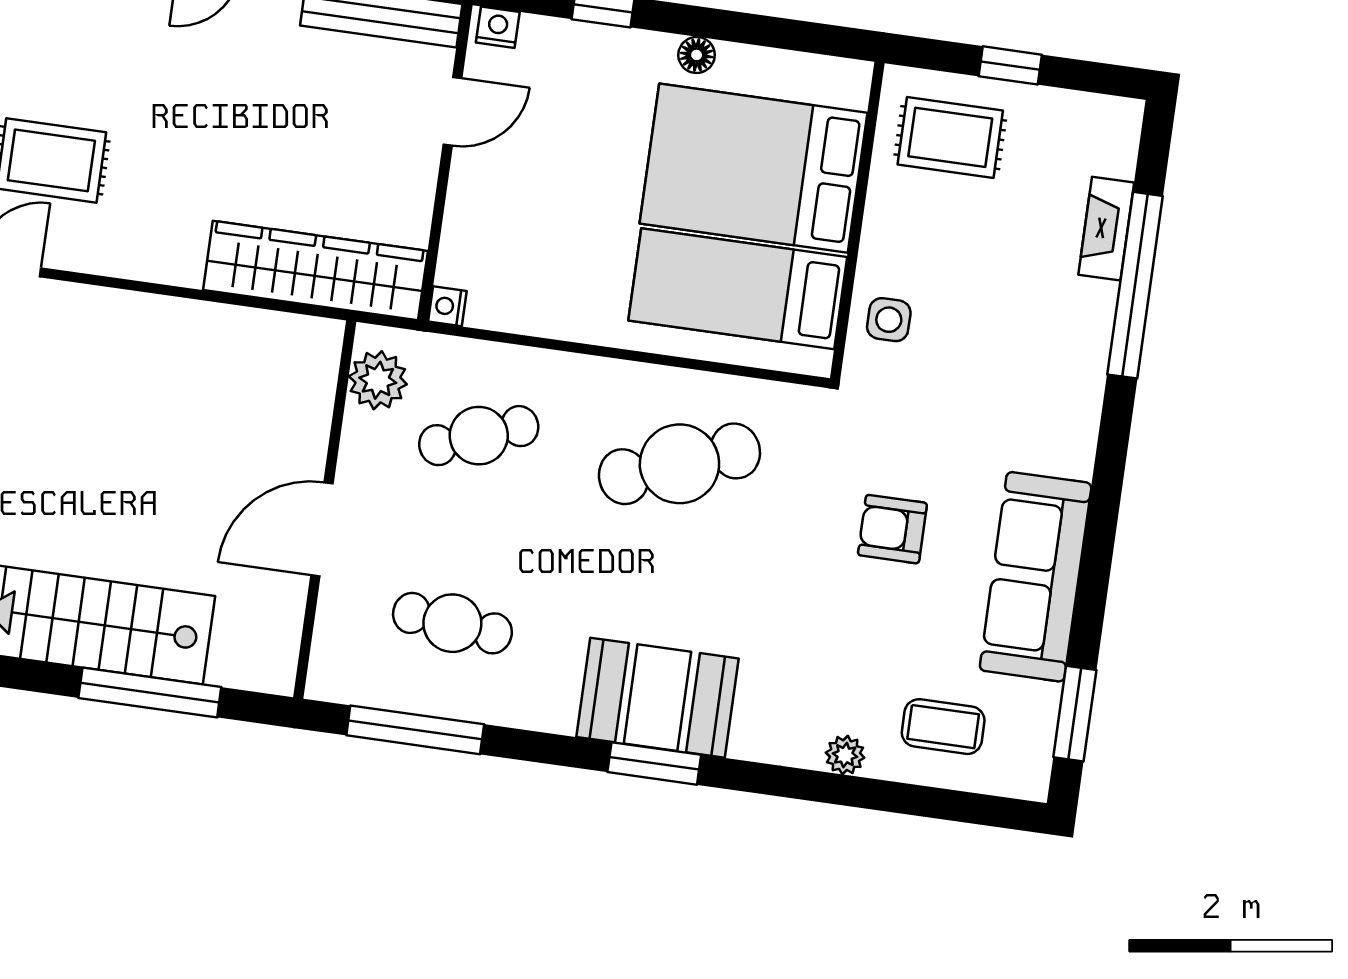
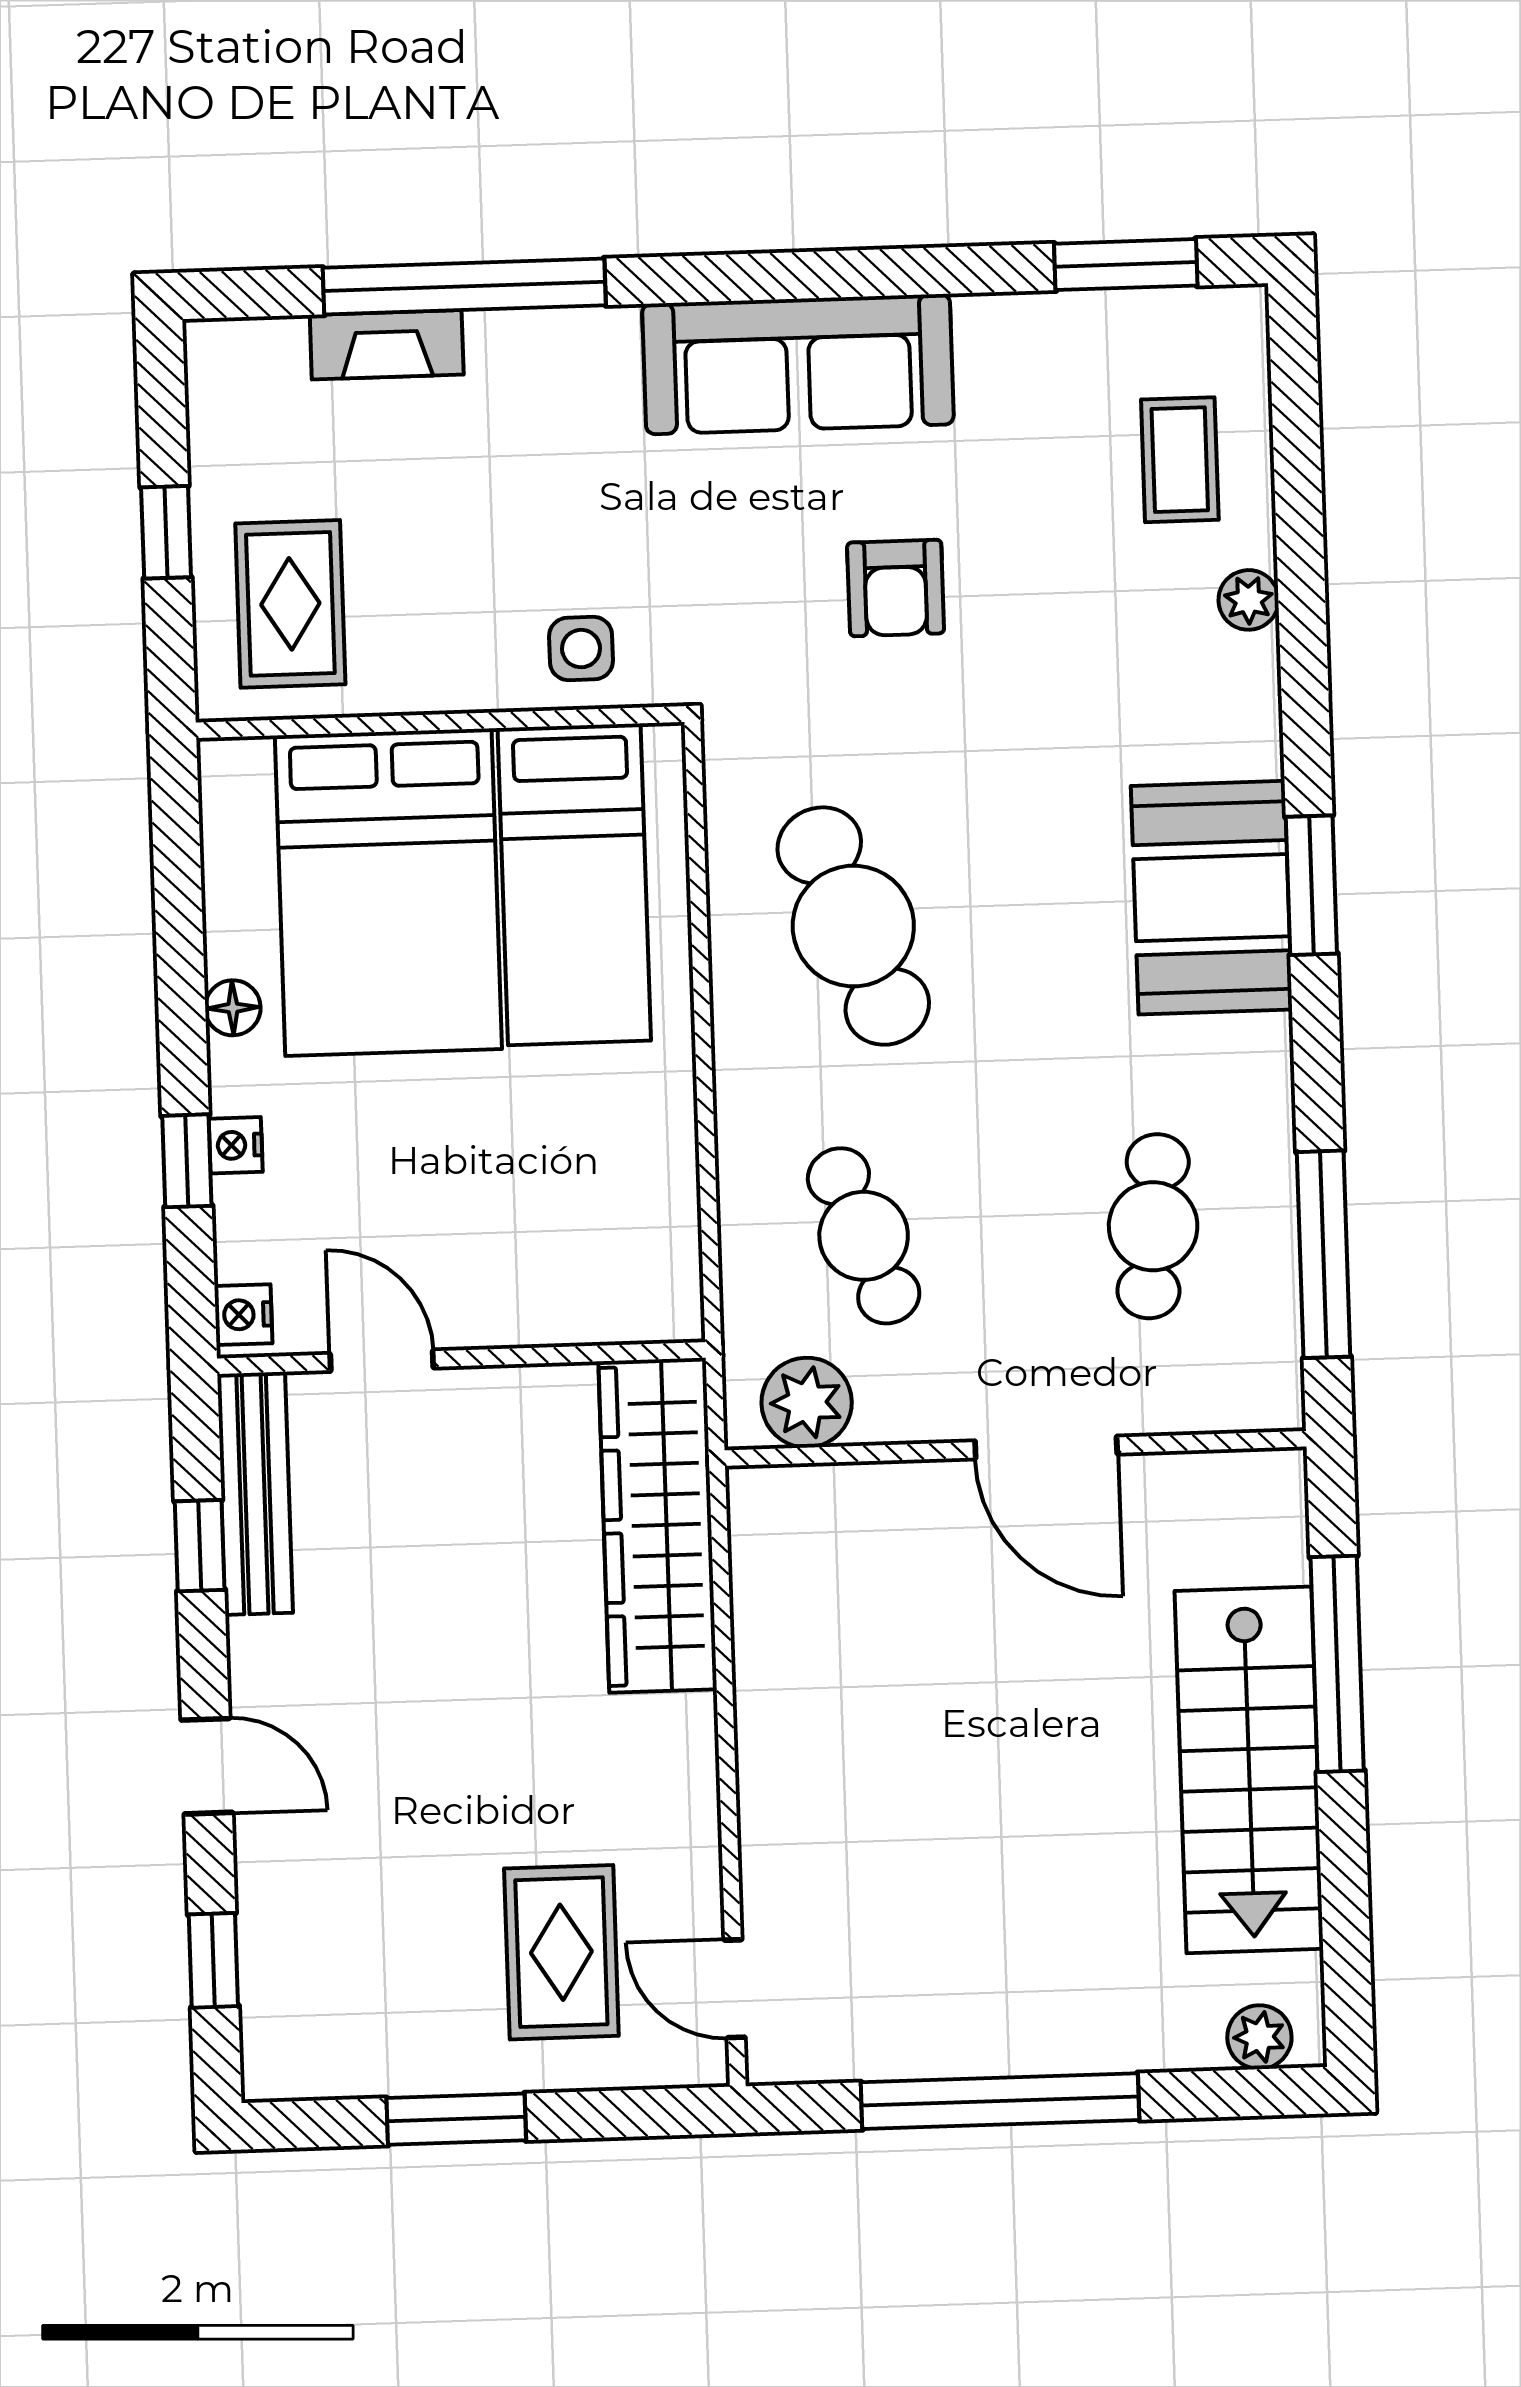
nightstand: (447, 306) -> (236, 1145), moved, turned 90
sofa: (1036, 577) -> (798, 364), moved

